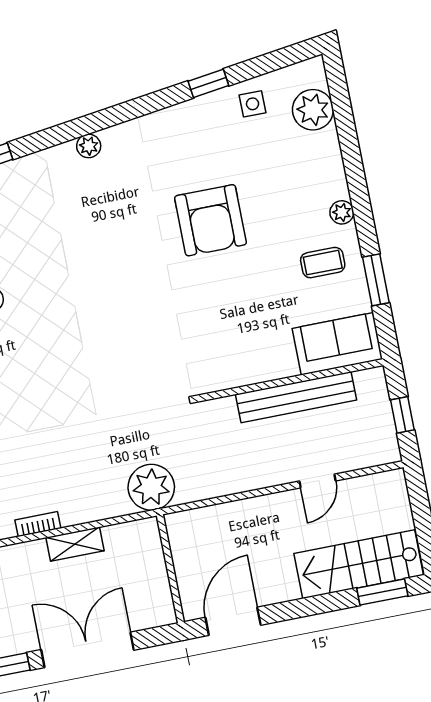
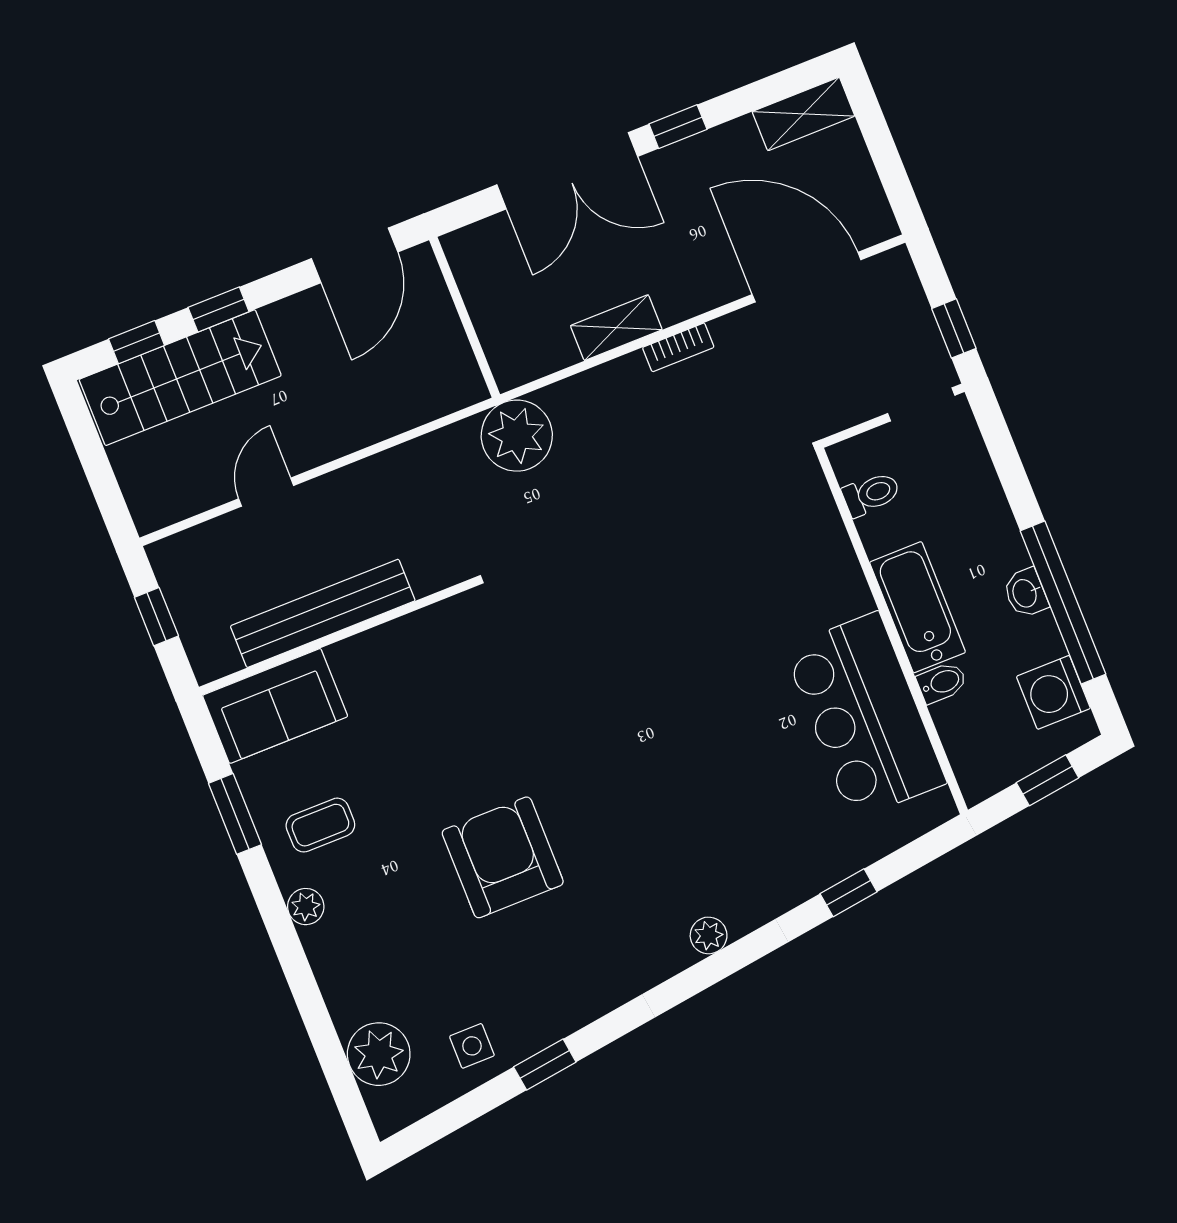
window: (382, 592) -> (137, 342), width x0.67
window: (326, 603) -> (219, 309), added

